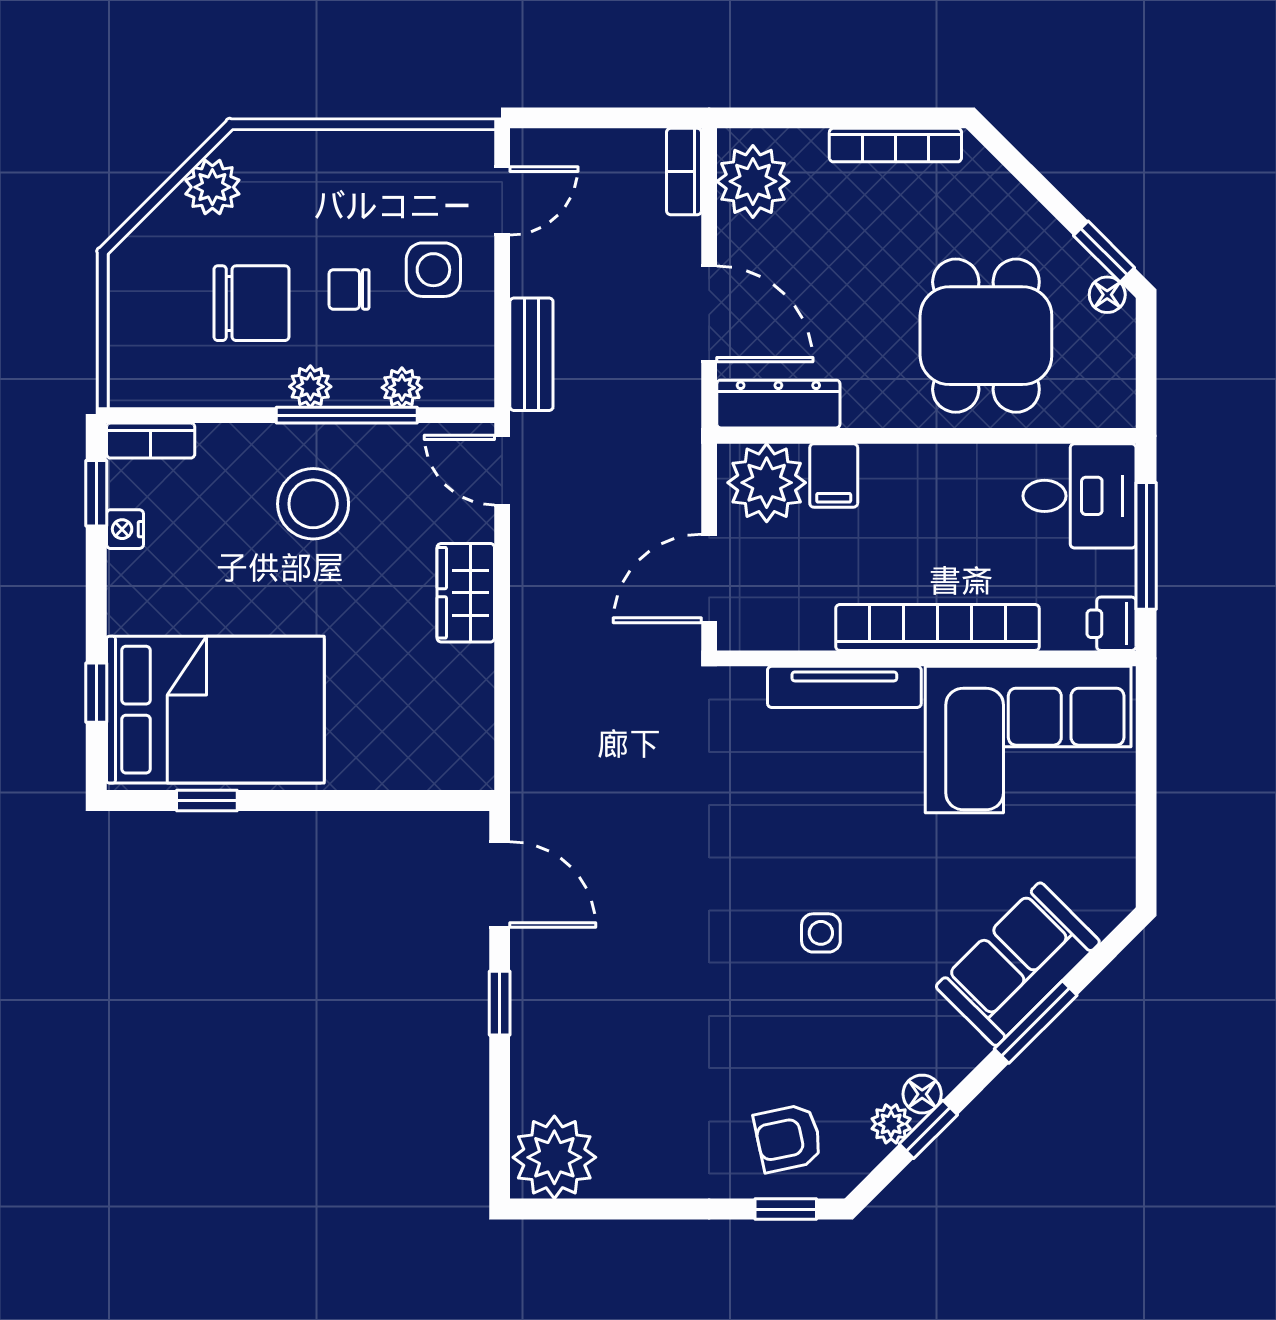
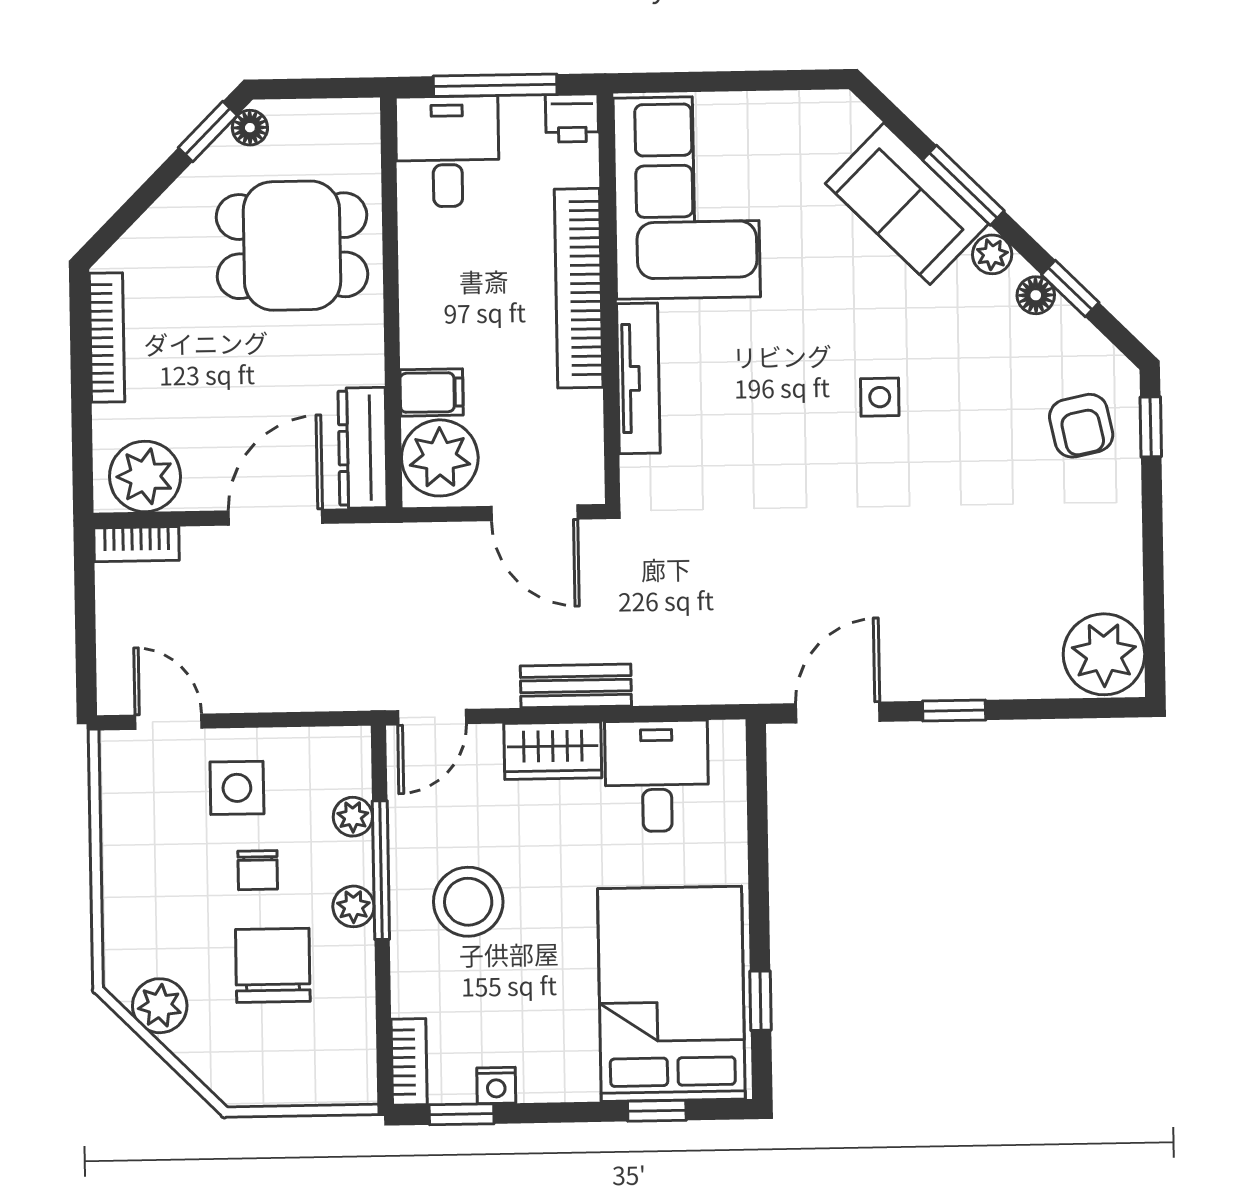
bench: (531, 354) -> (576, 686), moved
desk: (438, 699) -> (657, 776), added
plant: (891, 1124) -> (992, 254), moved

